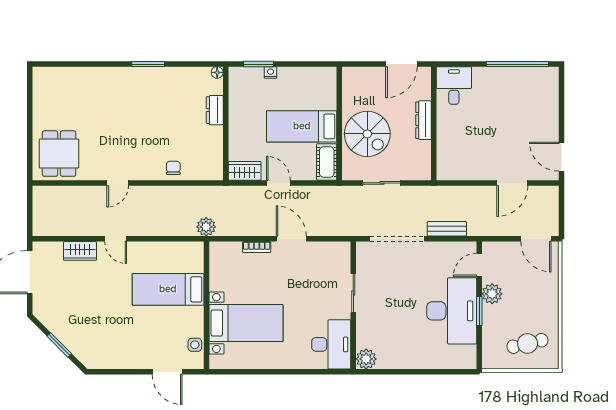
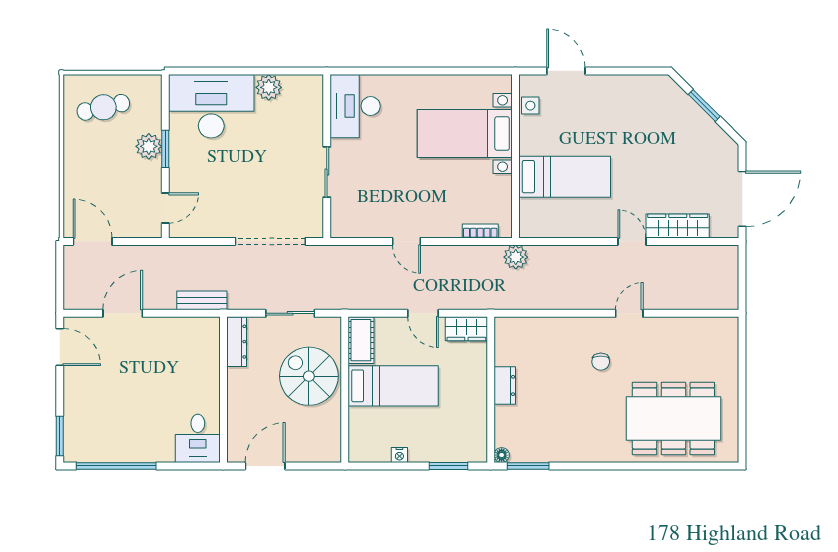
window: (148, 64) -> (528, 466), moved
nightstand: (271, 73) -> (399, 455), moved
window: (561, 87) -> (60, 436), added
dresser: (215, 110) -> (505, 385), moved
dresser: (424, 120) -> (237, 342), moved
dining table: (59, 154) -> (673, 418), moved, width x1.88, depth x1.24
chair: (173, 168) -> (601, 362), moved
bench: (447, 229) -> (202, 300), moved
door: (291, 239) -> (406, 241), width x0.73
bookcase: (257, 247) -> (480, 231), moved
wardrobe: (80, 251) -> (678, 226), width x1.50
plant: (492, 294) -> (149, 146), moved
desk: (452, 311) -> (211, 106), moved, turned 90
plant: (366, 359) -> (269, 87), moved

